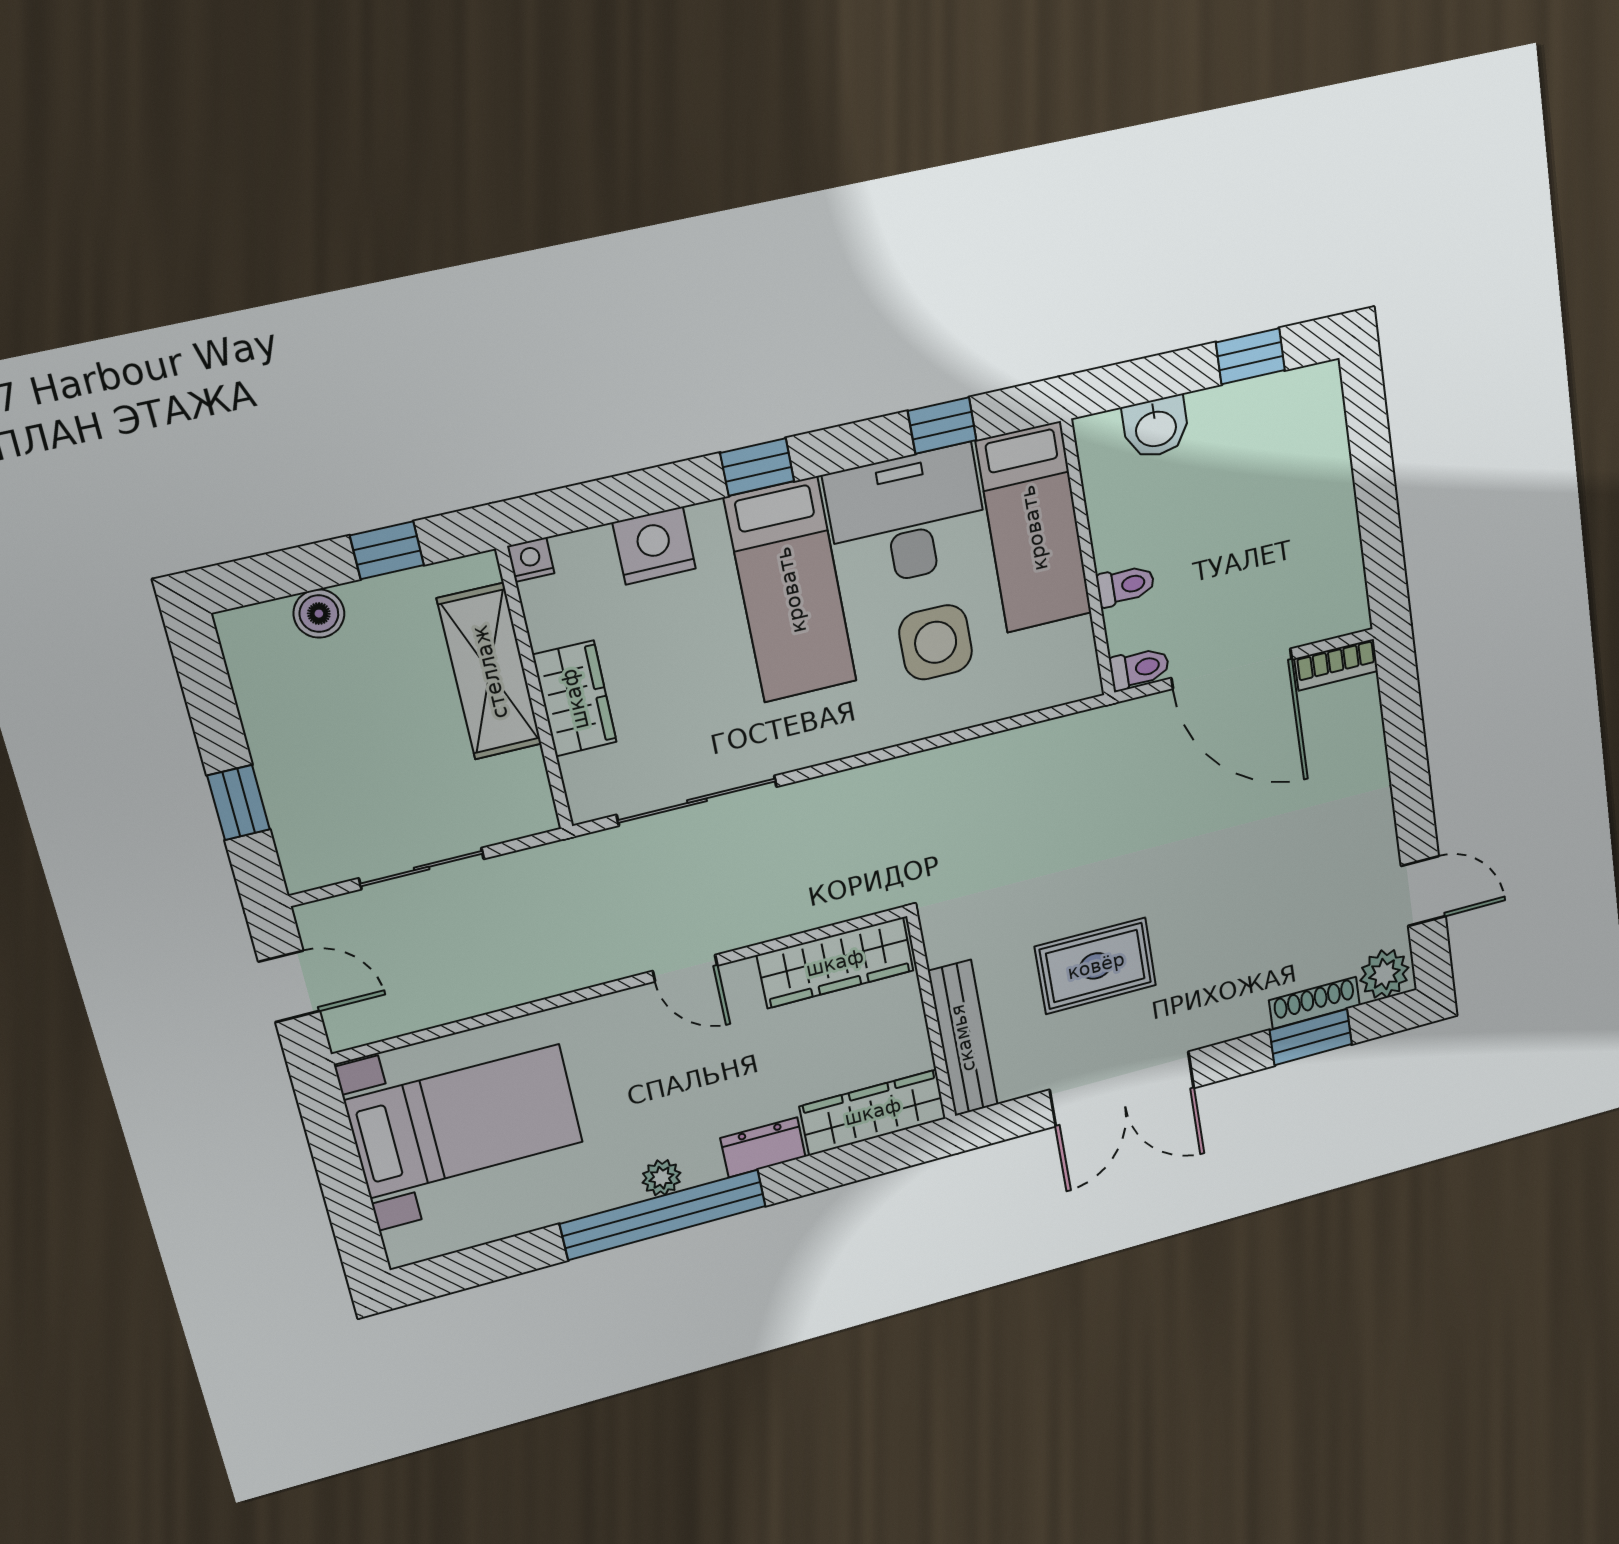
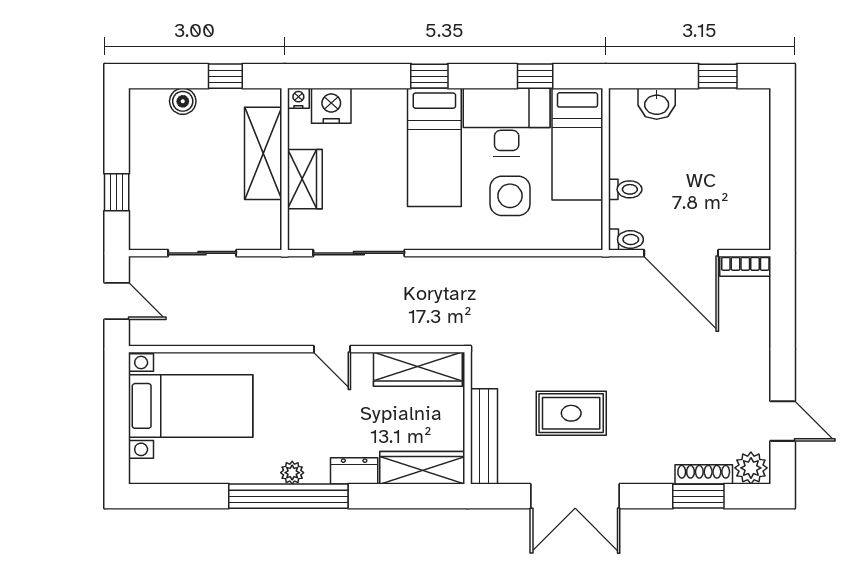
nightstand: (654, 546) -> (331, 106), moved

